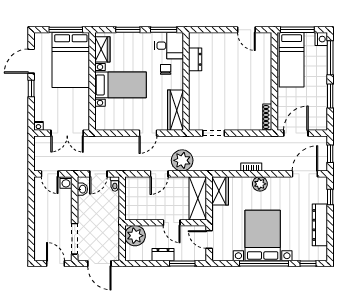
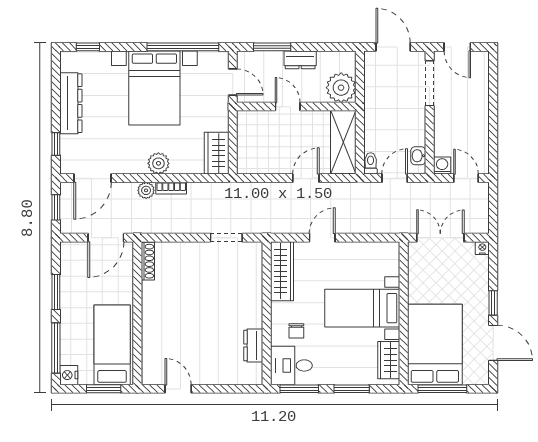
window: (297, 30) -> (104, 389), width x0.69
door: (31, 61) -> (493, 343), hinge flipped
plant: (182, 160) -> (146, 190), moved, width x0.53, depth x0.53
shelving: (198, 198) -> (343, 142), moved
window: (264, 264) -> (183, 47), moved

